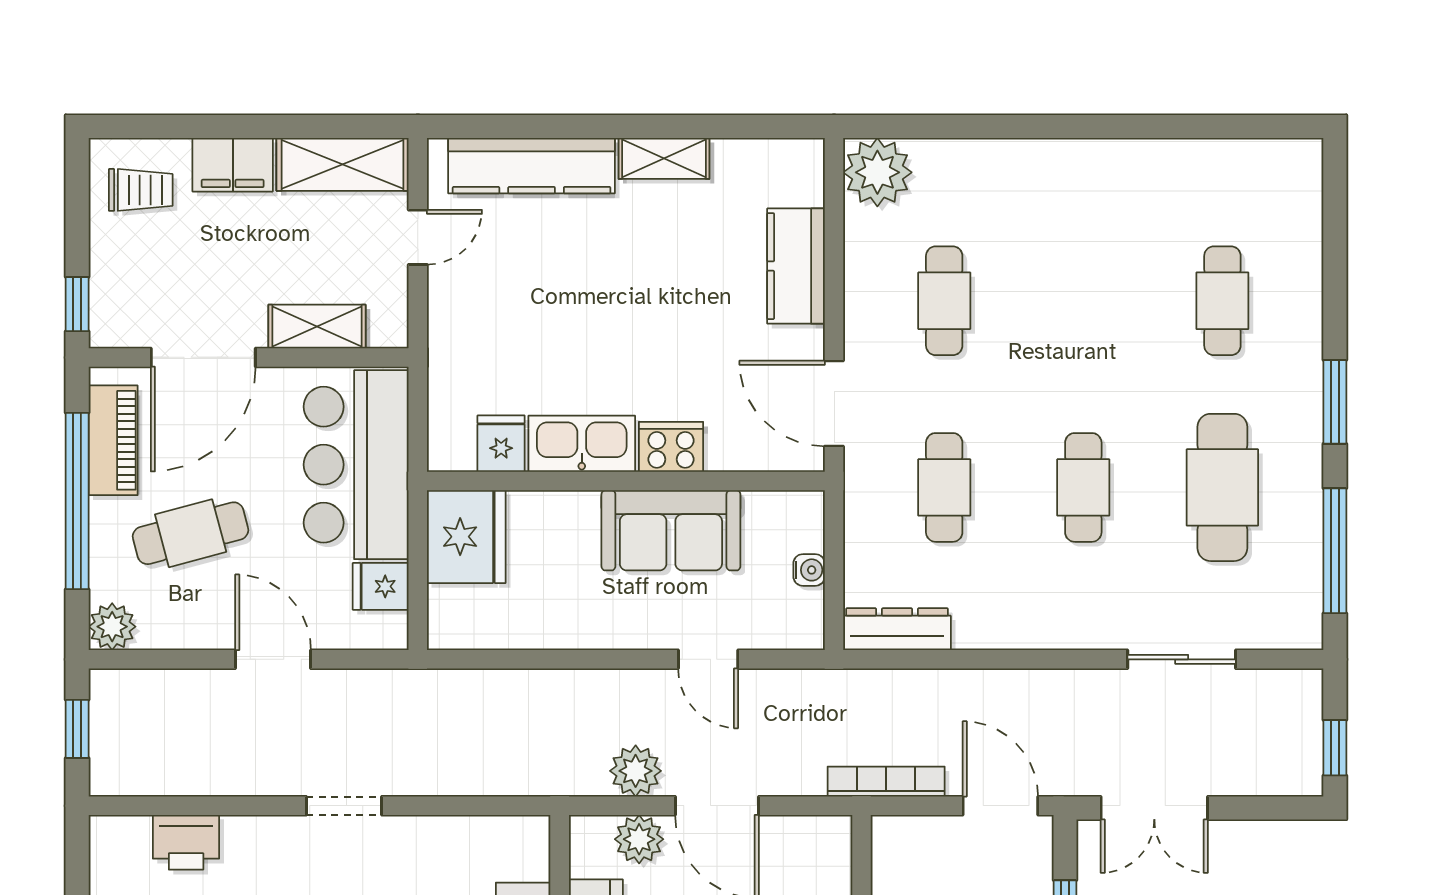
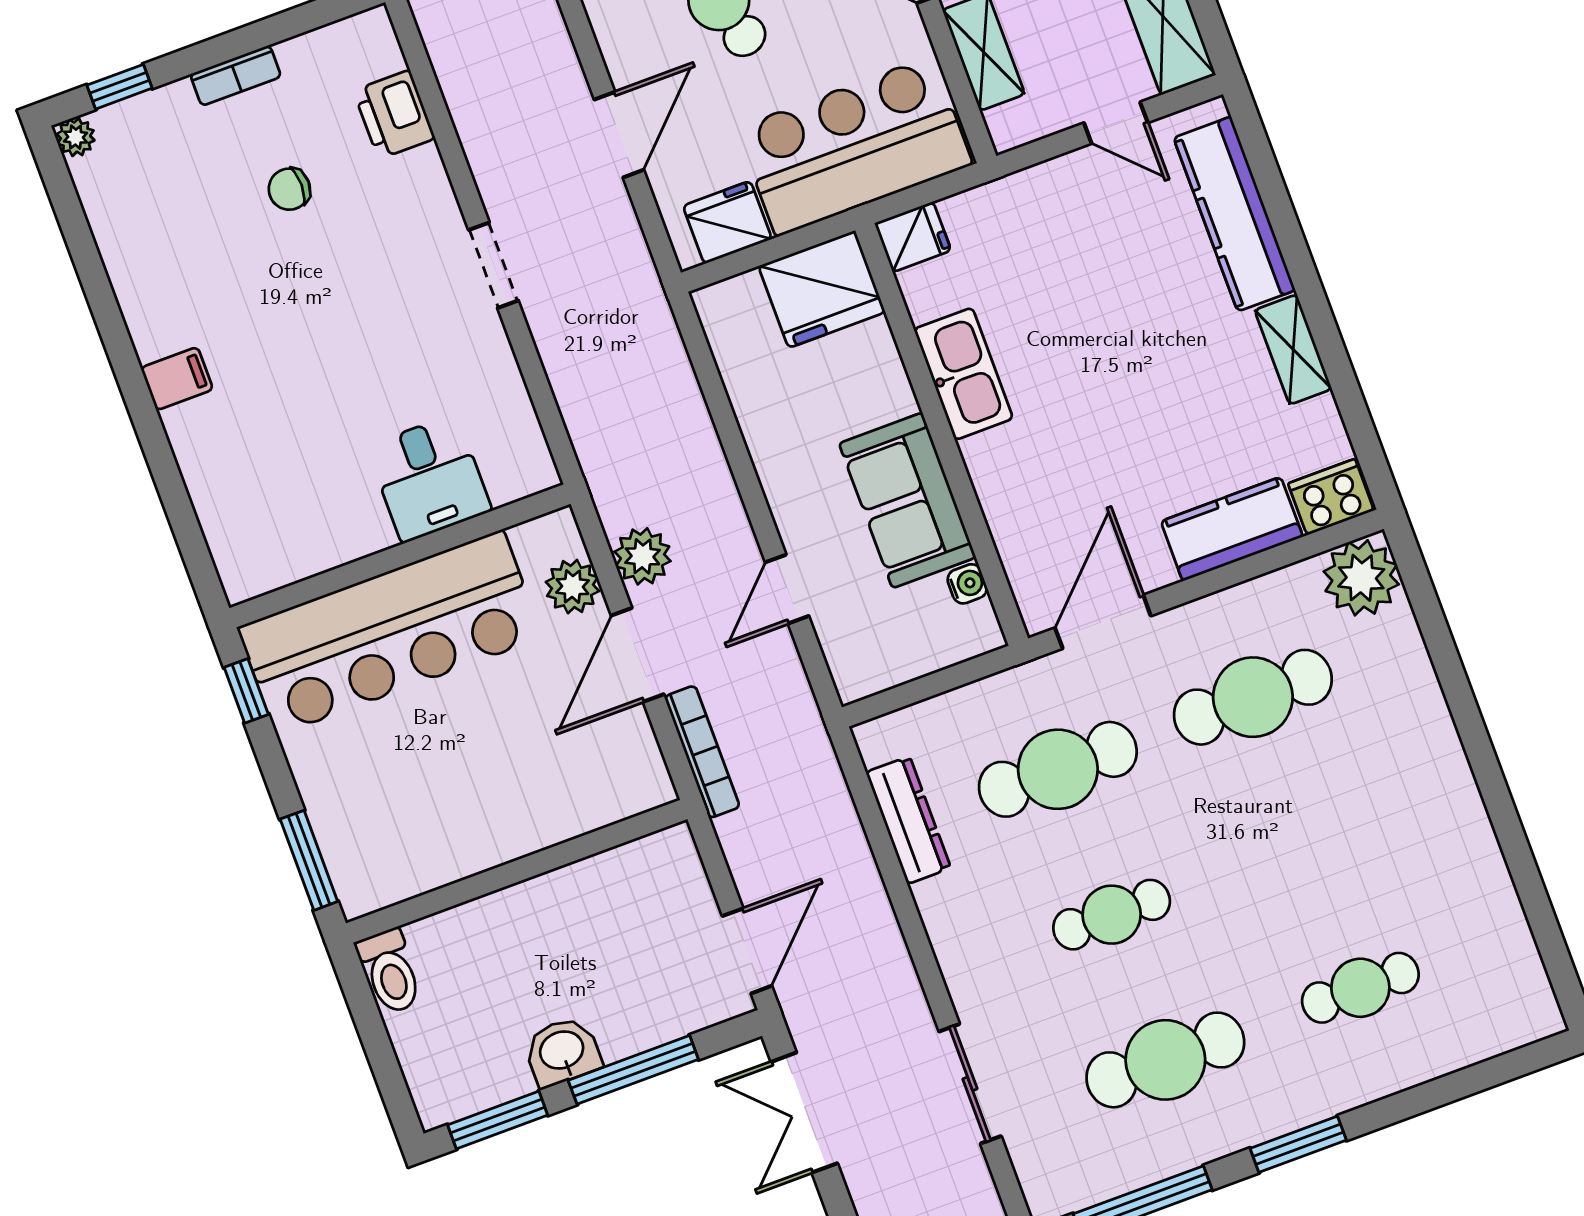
cafe table: (944, 301) -> (1253, 697), width x1.37, depth x1.35
fridge: (501, 444) -> (913, 237), moved
cooker: (671, 447) -> (1331, 497), moved, turned -90
cafe table: (944, 487) -> (1058, 769), width x1.37, depth x1.35
water cooler: (809, 570) -> (967, 584), moved, turned -90
fridge: (381, 586) -> (727, 222), width x1.38
dresser: (897, 629) -> (908, 820), moved
bookcase: (886, 782) -> (702, 752), moved

